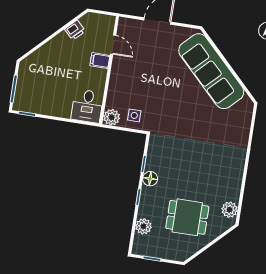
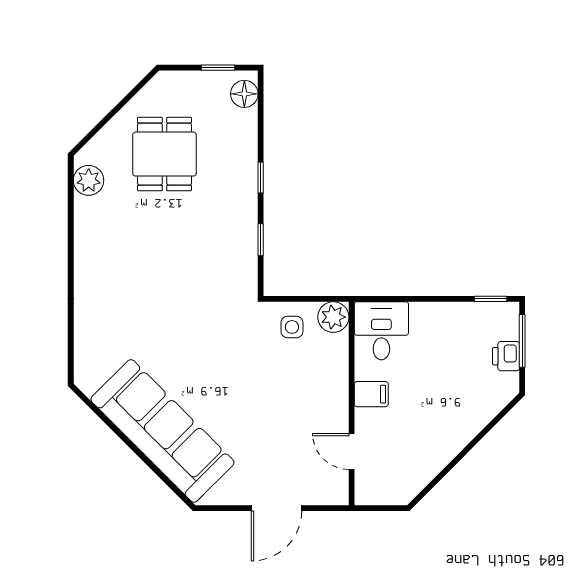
printer: (75, 30) -> (506, 356), moved, turned -45
filing cabinet: (100, 61) -> (371, 394), moved
floor lamp: (150, 179) -> (244, 94), moved
dining table: (187, 217) -> (164, 154), turned 90
plant: (143, 226) -> (243, 125), removed

